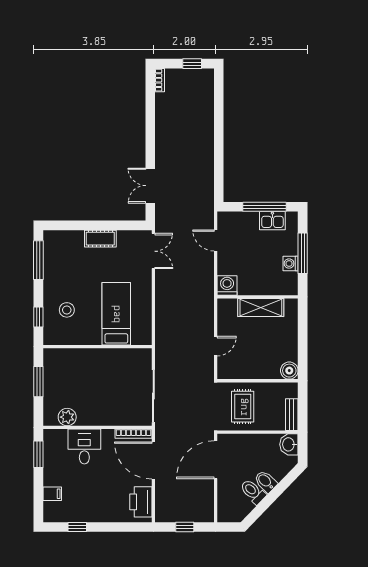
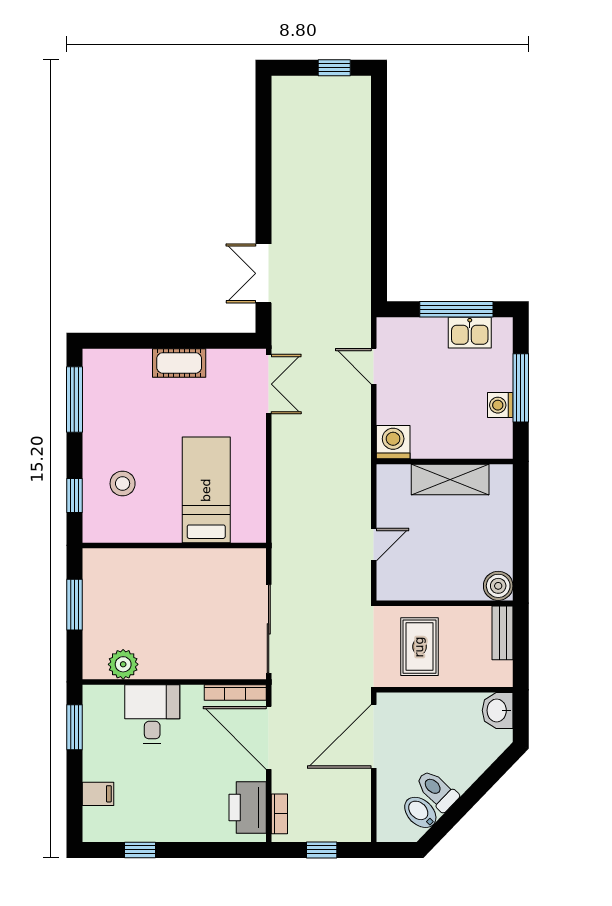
bookcase: (160, 80) -> (279, 814), moved
bench: (292, 415) -> (503, 633), moved
bidet: (266, 481) -> (420, 812), moved

